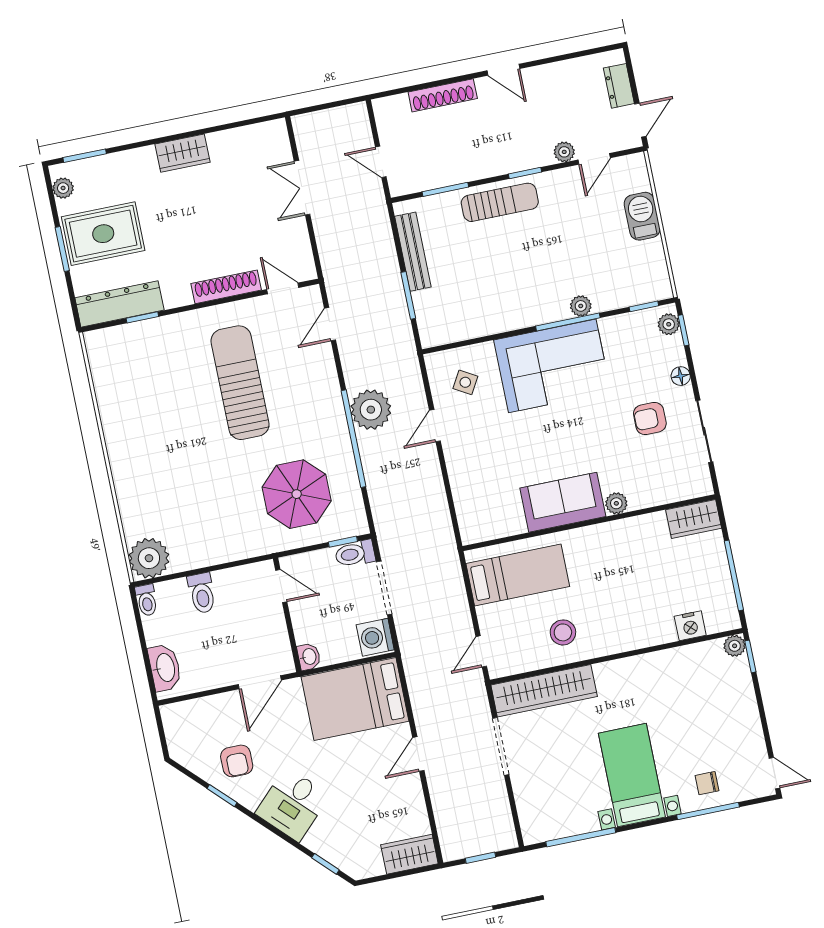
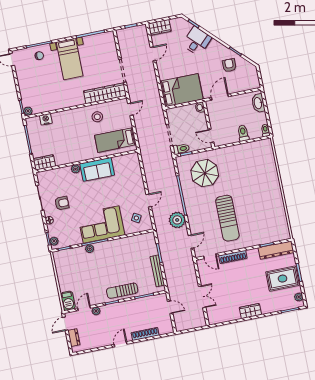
door: (503, 70) -> (121, 344), hinge flipped
barbecue: (642, 216) -> (68, 301), moved
plant: (371, 410) -> (177, 220), moved
plant: (149, 558) -> (264, 147), removed
washing machine: (375, 637) -> (173, 115), removed
door: (418, 754) -> (153, 54), moved
desk: (293, 804) -> (197, 41), moved

